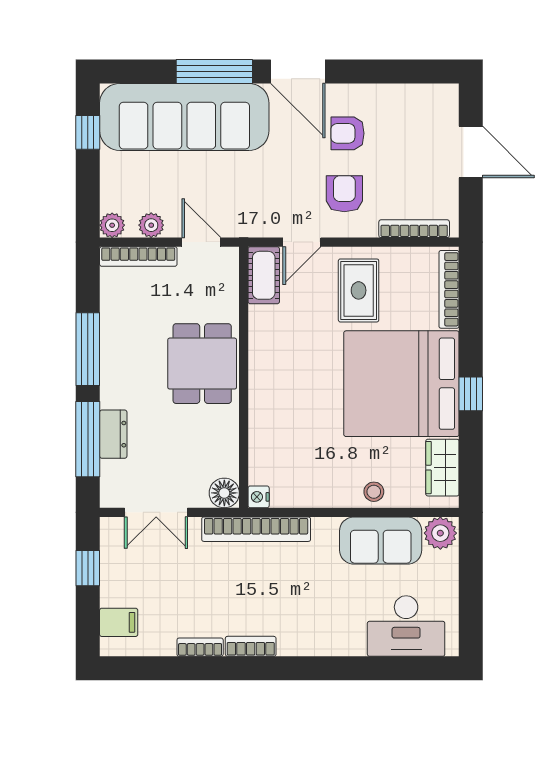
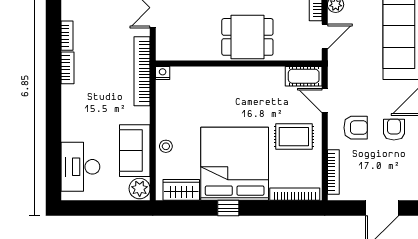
floor lamp: (224, 493) -> (165, 51), removed

